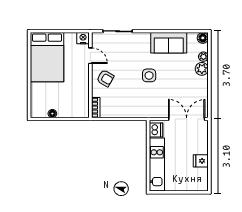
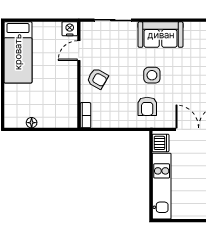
sofa: (169, 43) -> (161, 35), moved
door: (90, 56) -> (79, 51), swing flipped
bed: (47, 57) -> (18, 52), width x0.67
armchair: (145, 100) -> (147, 106), added

